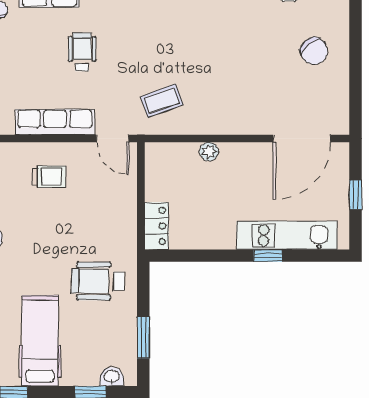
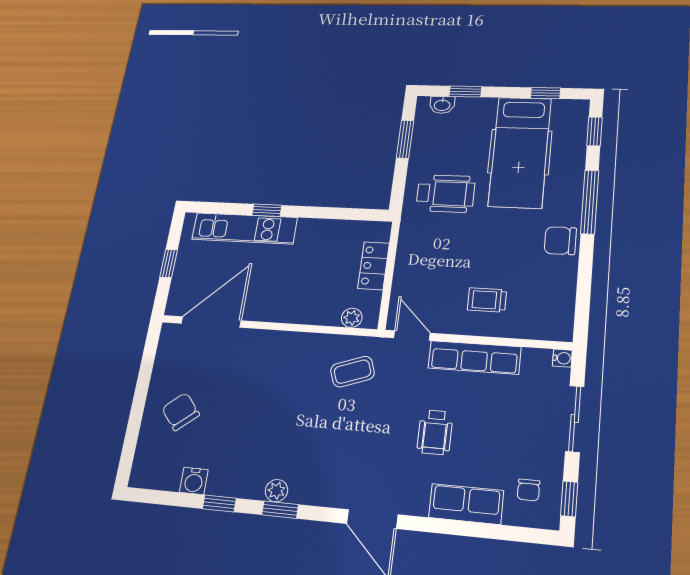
plant: (209, 152) -> (352, 318), moved
locker: (156, 226) -> (374, 266), moved
hospital bed: (40, 341) -> (520, 152), width x1.37, depth x1.29

